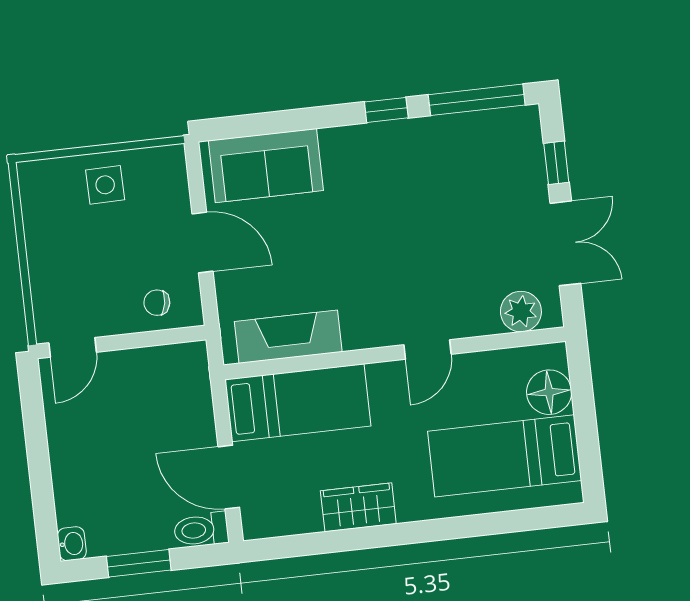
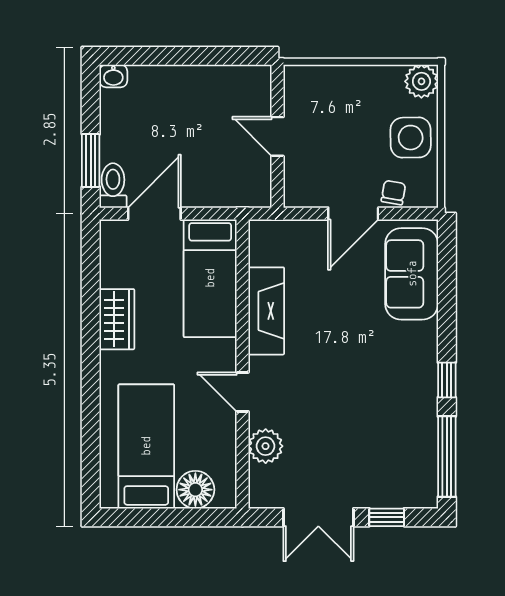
plant: (37, 179) -> (421, 81), added
side table: (105, 185) -> (411, 138), width x1.37, depth x1.37
chair: (157, 303) -> (393, 193), moved
plant: (521, 312) -> (266, 446), moved
fireplace: (288, 337) -> (266, 311), moved
door: (73, 347) -> (278, 136), moved
window: (139, 563) -> (91, 161), moved

